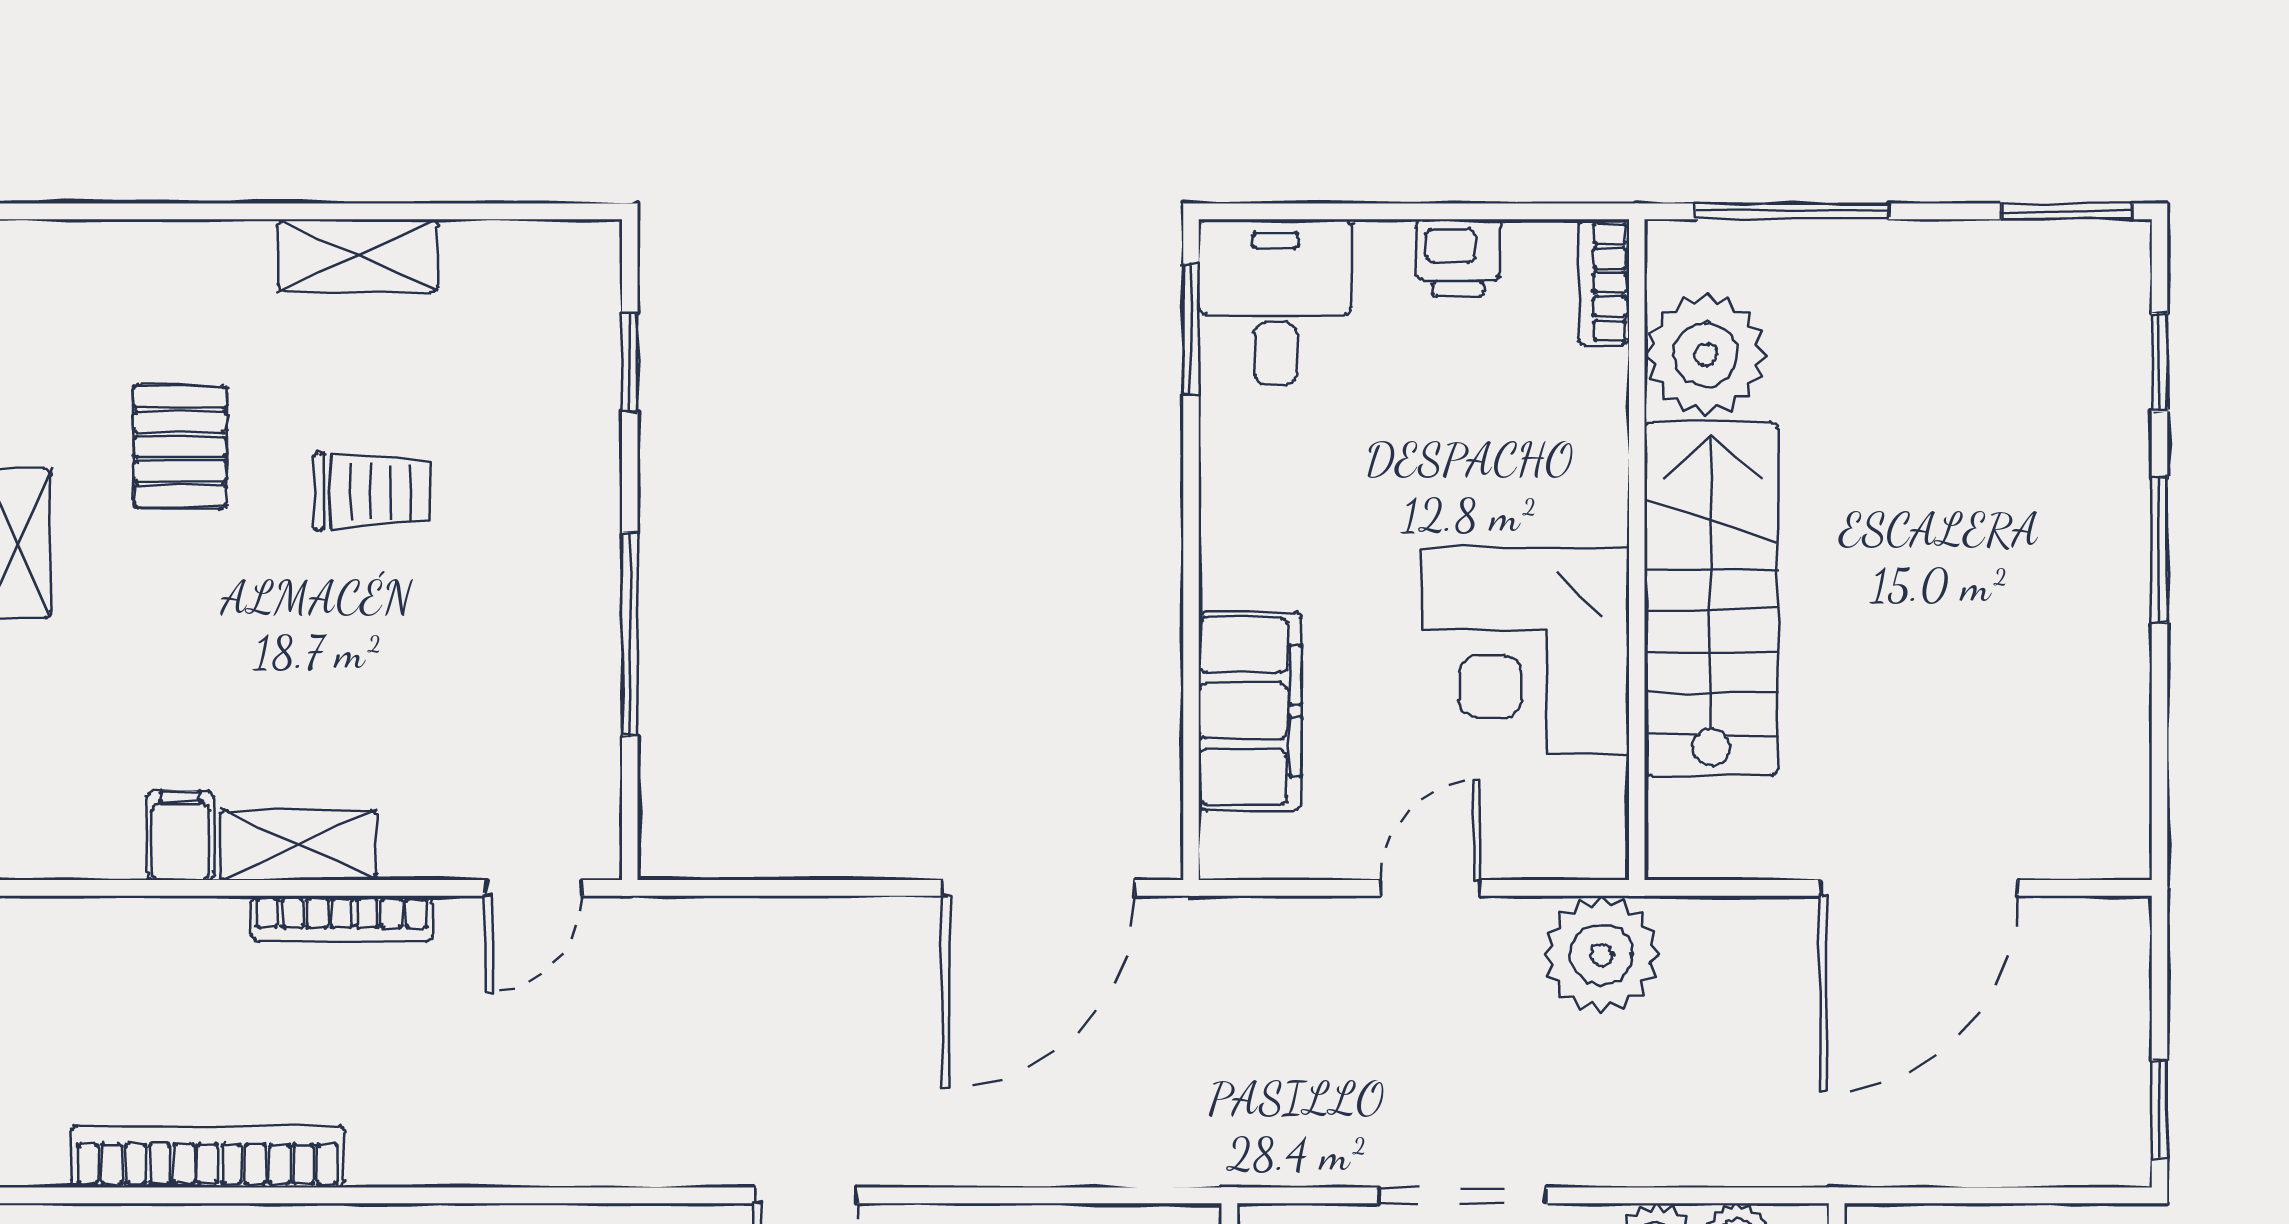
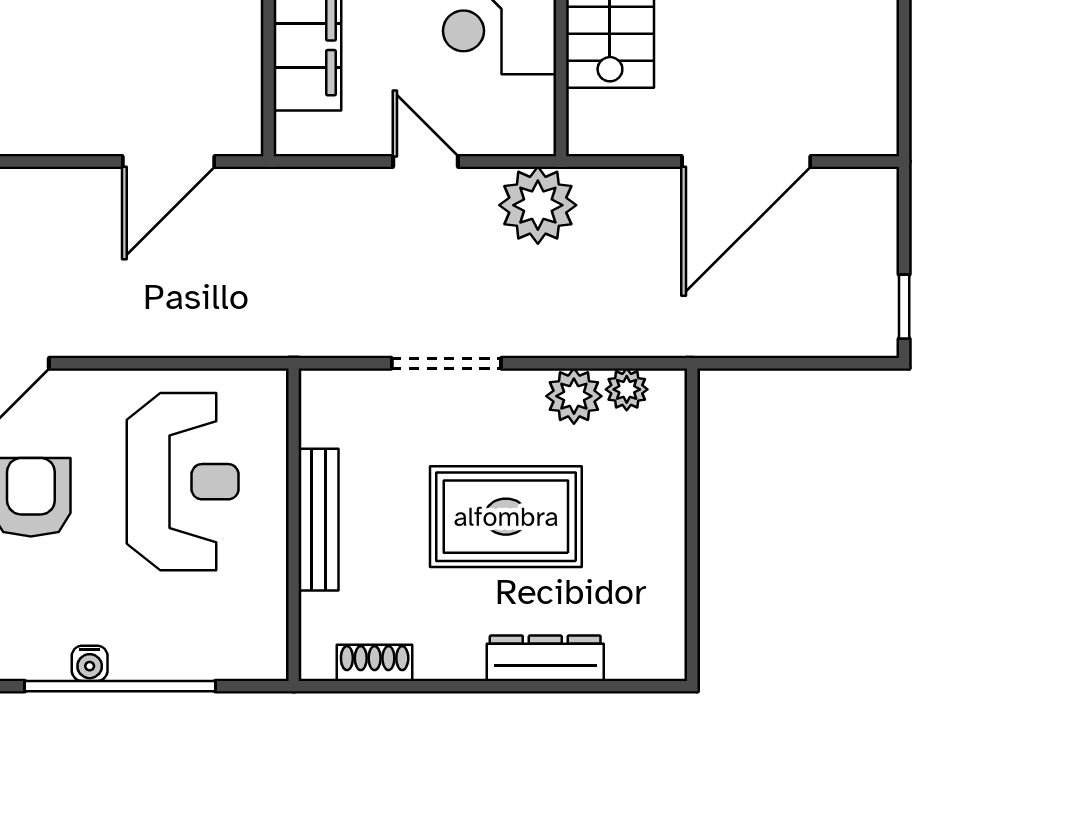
door: (1039, 888) -> (168, 161), width x0.73
door: (1430, 888) -> (426, 161), hinge flipped

